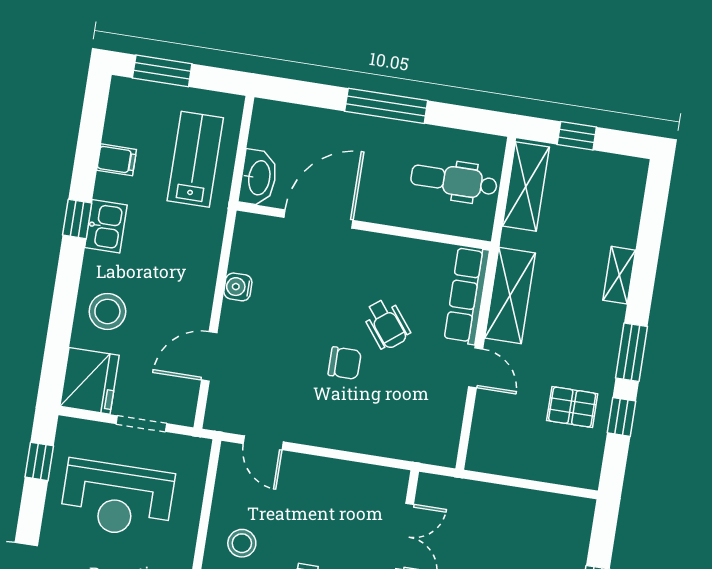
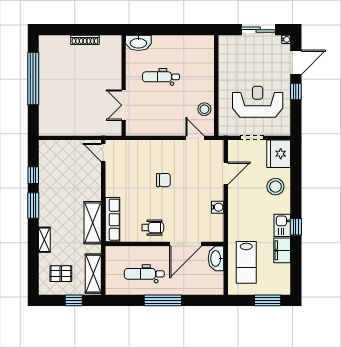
filing cabinet: (117, 160) -> (282, 250), width x2.00
dental chair: (454, 181) -> (144, 274), moved, turned 180
wheelchair: (386, 324) -> (153, 228), moved, turned 128
chair: (345, 363) -> (163, 180), turned 180
door: (476, 368) -> (103, 153), moved
pallet: (572, 407) -> (61, 274), moved
window: (39, 461) -> (296, 92), moved
stool: (242, 543) -> (204, 109), moved

